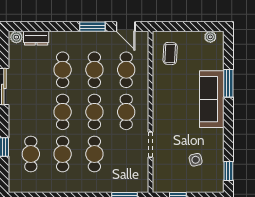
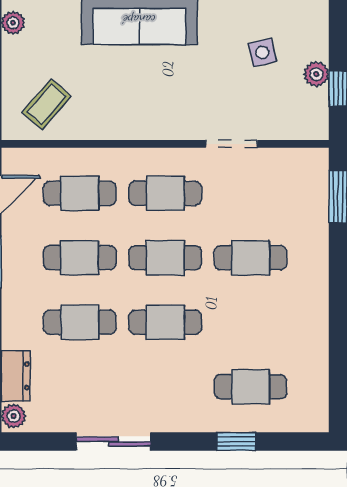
coffee table: (170, 53) -> (47, 104), turned -52
cafe table: (63, 154) -> (251, 322), removed
plant: (185, 186) -> (316, 74), added

